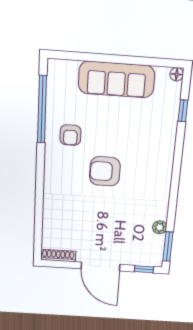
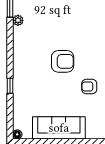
window: (183, 111) -> (10, 86), moved
armchair: (70, 135) -> (89, 87), turned -90

